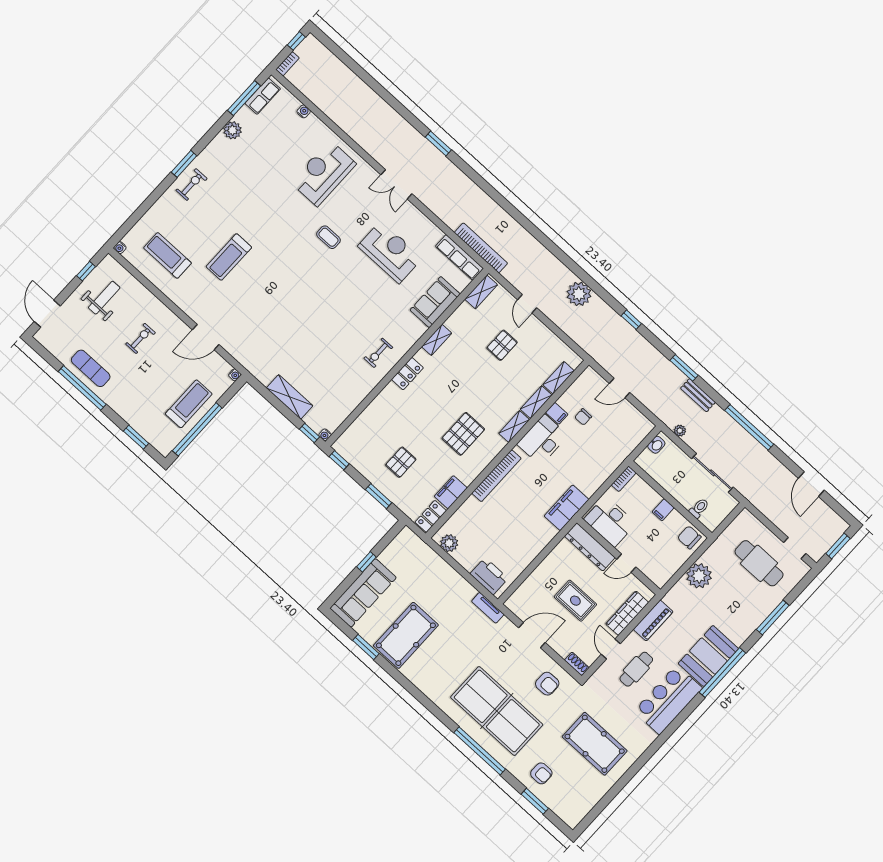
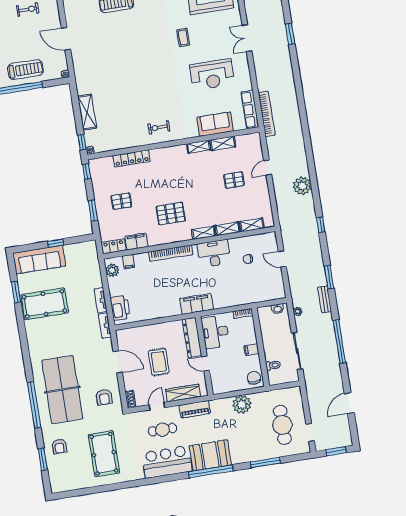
reception desk: (390, 252) -> (212, 74), turned 90
shelving: (481, 292) -> (223, 143), moved
locker: (407, 374) -> (132, 158), moved, width x1.53
filing cabinet: (557, 413) -> (128, 262), moved
tv unit: (462, 584) -> (101, 300), added

